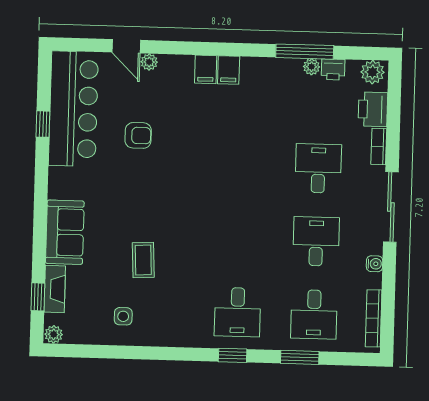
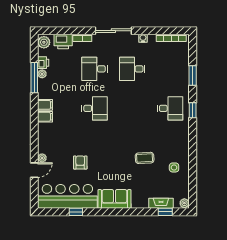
filing cabinet: (206, 69) -> (45, 105), moved
sofa: (65, 232) -> (114, 199), moved
desk: (314, 314) -> (95, 108), moved

